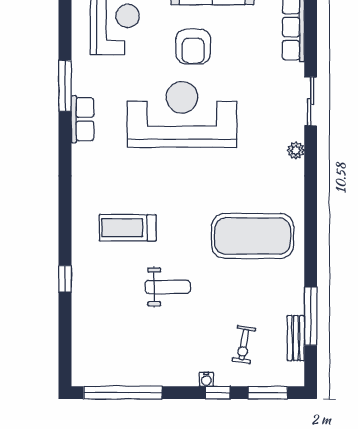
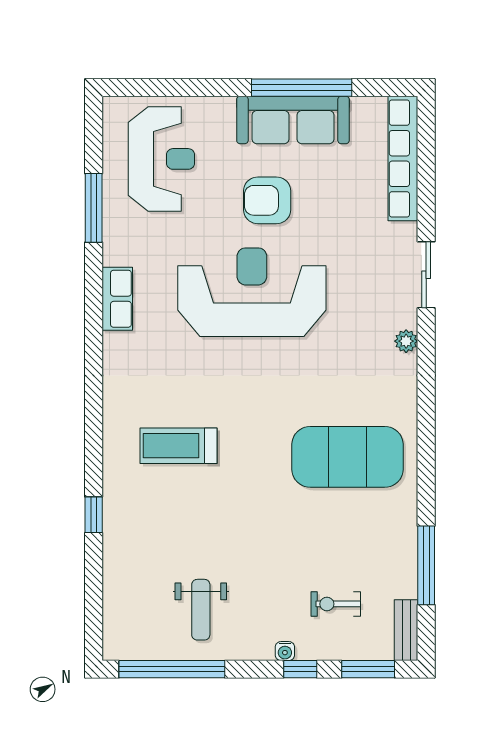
armchair: (193, 46) -> (267, 200), turned 90
window: (65, 86) -> (94, 208), moved
weight bench: (168, 287) -> (201, 610), moved, turned 90
bench: (296, 338) -> (406, 630), moved
exercise bike: (244, 345) -> (336, 604), turned 81

